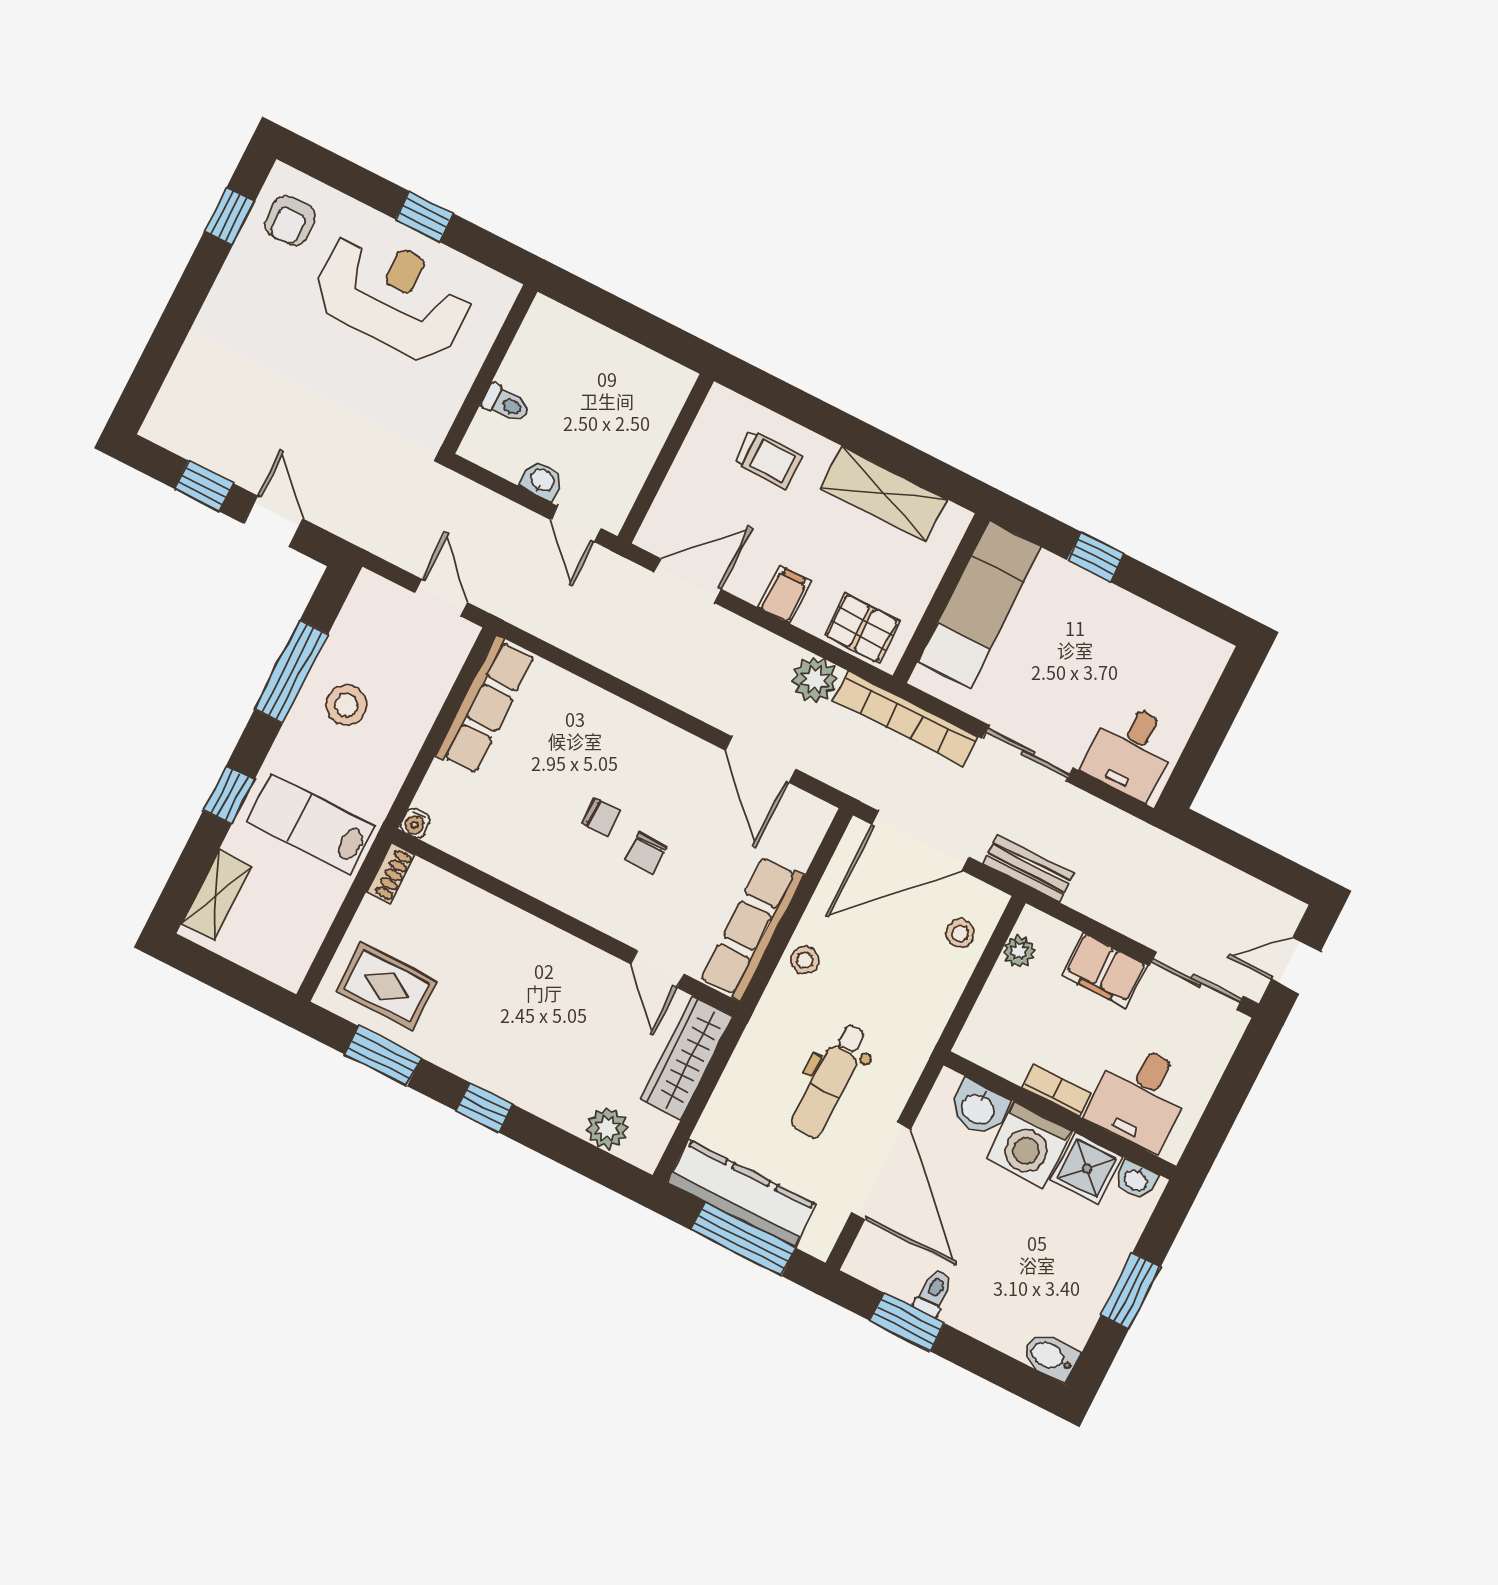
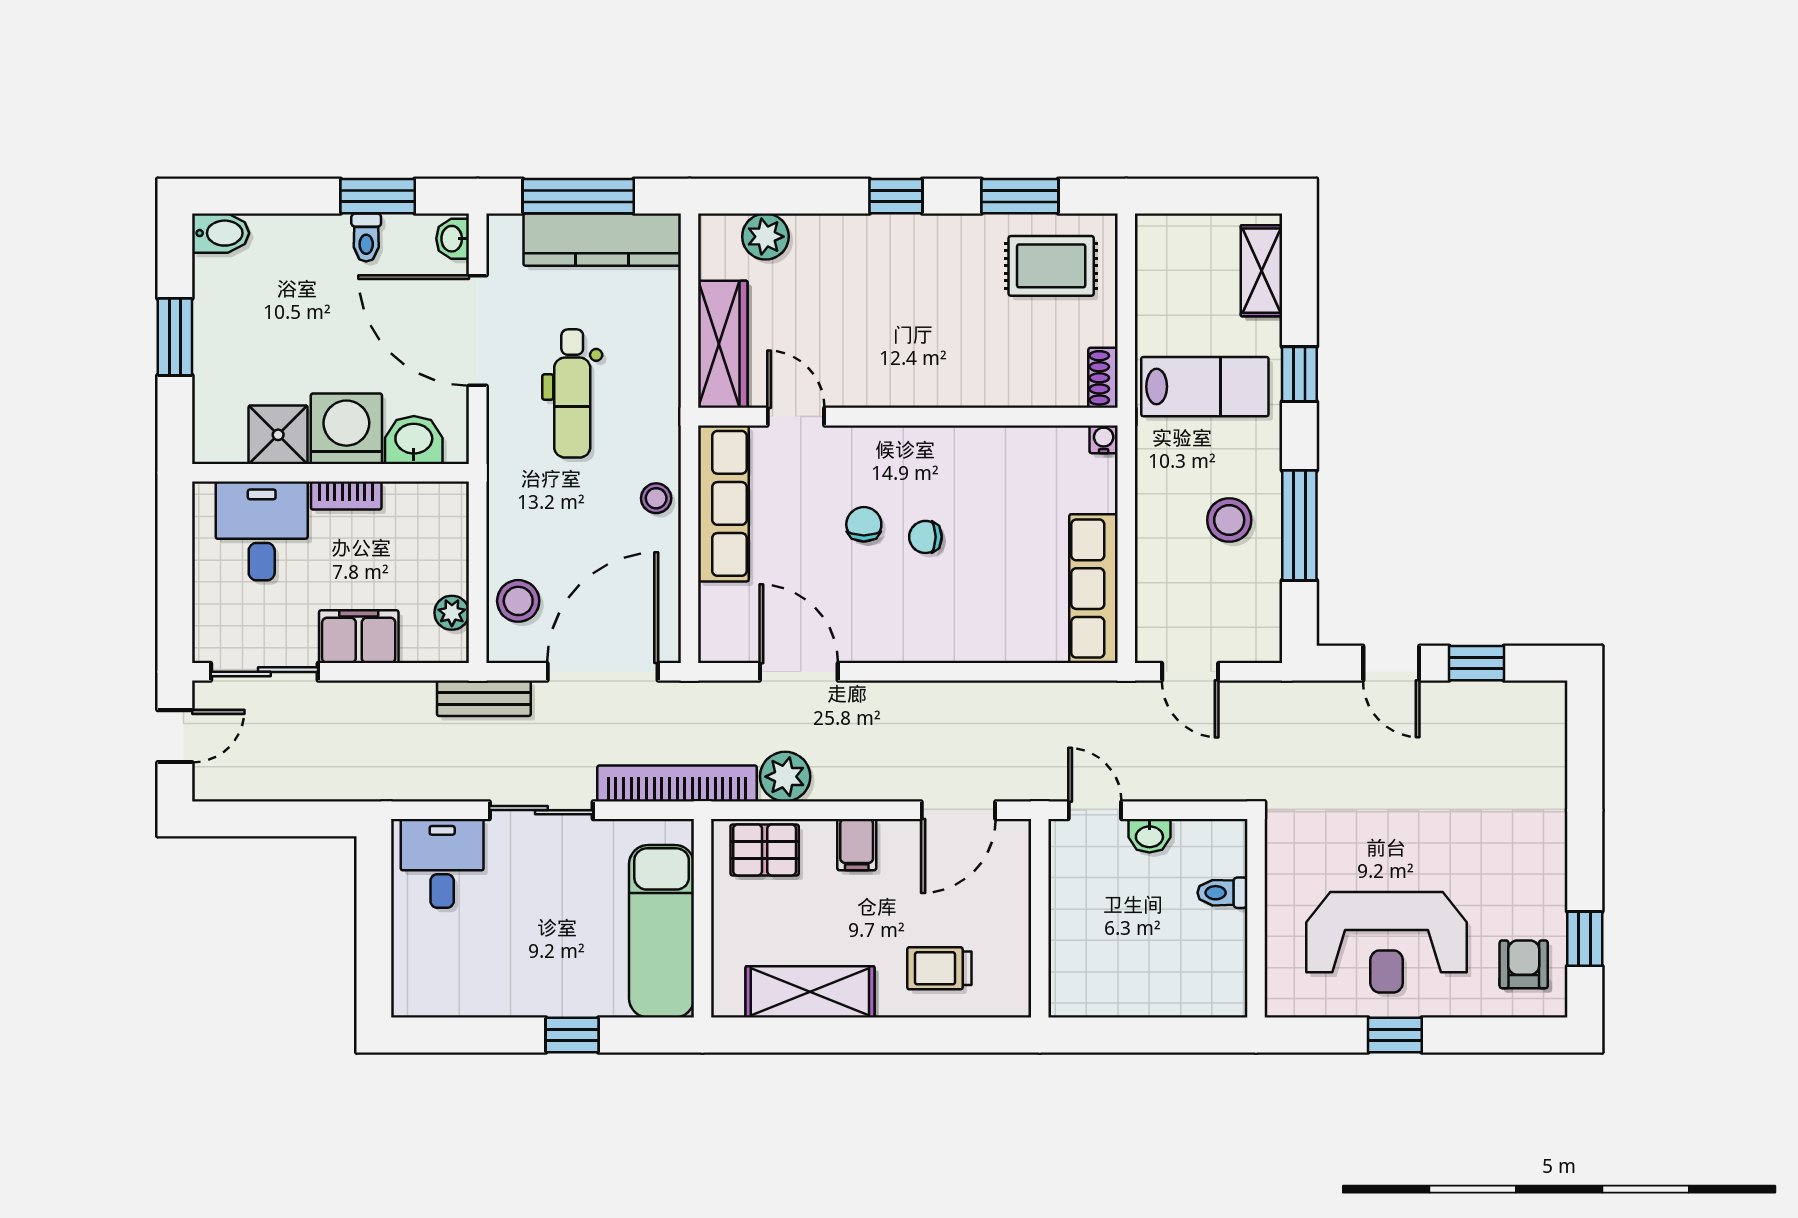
stool: (960, 933) -> (518, 601), width x1.37, depth x1.37
dental chair: (830, 1080) -> (572, 393), turned 180
washbasin: (1136, 1180) -> (453, 239), moved, turned -90

